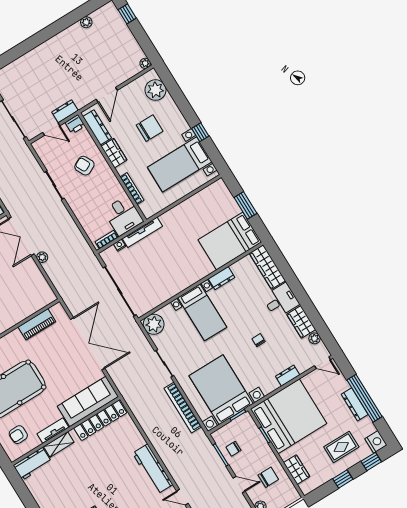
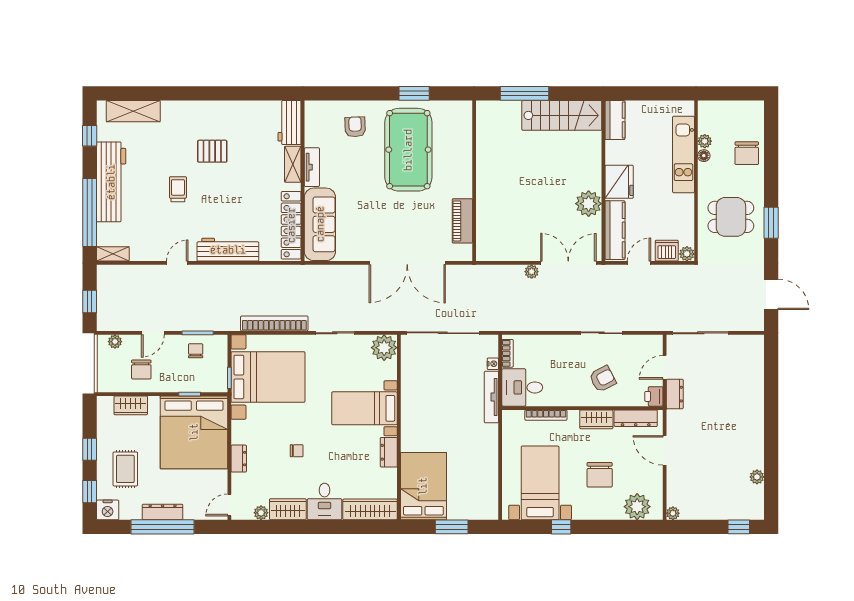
sofa: (88, 402) -> (320, 224), moved
locker: (100, 420) -> (291, 225), moved
tv unit: (53, 430) -> (312, 167), moved
wall: (66, 431) -> (303, 181), moved
shelving: (59, 444) -> (293, 164), moved
workbench: (32, 464) -> (290, 123), moved

